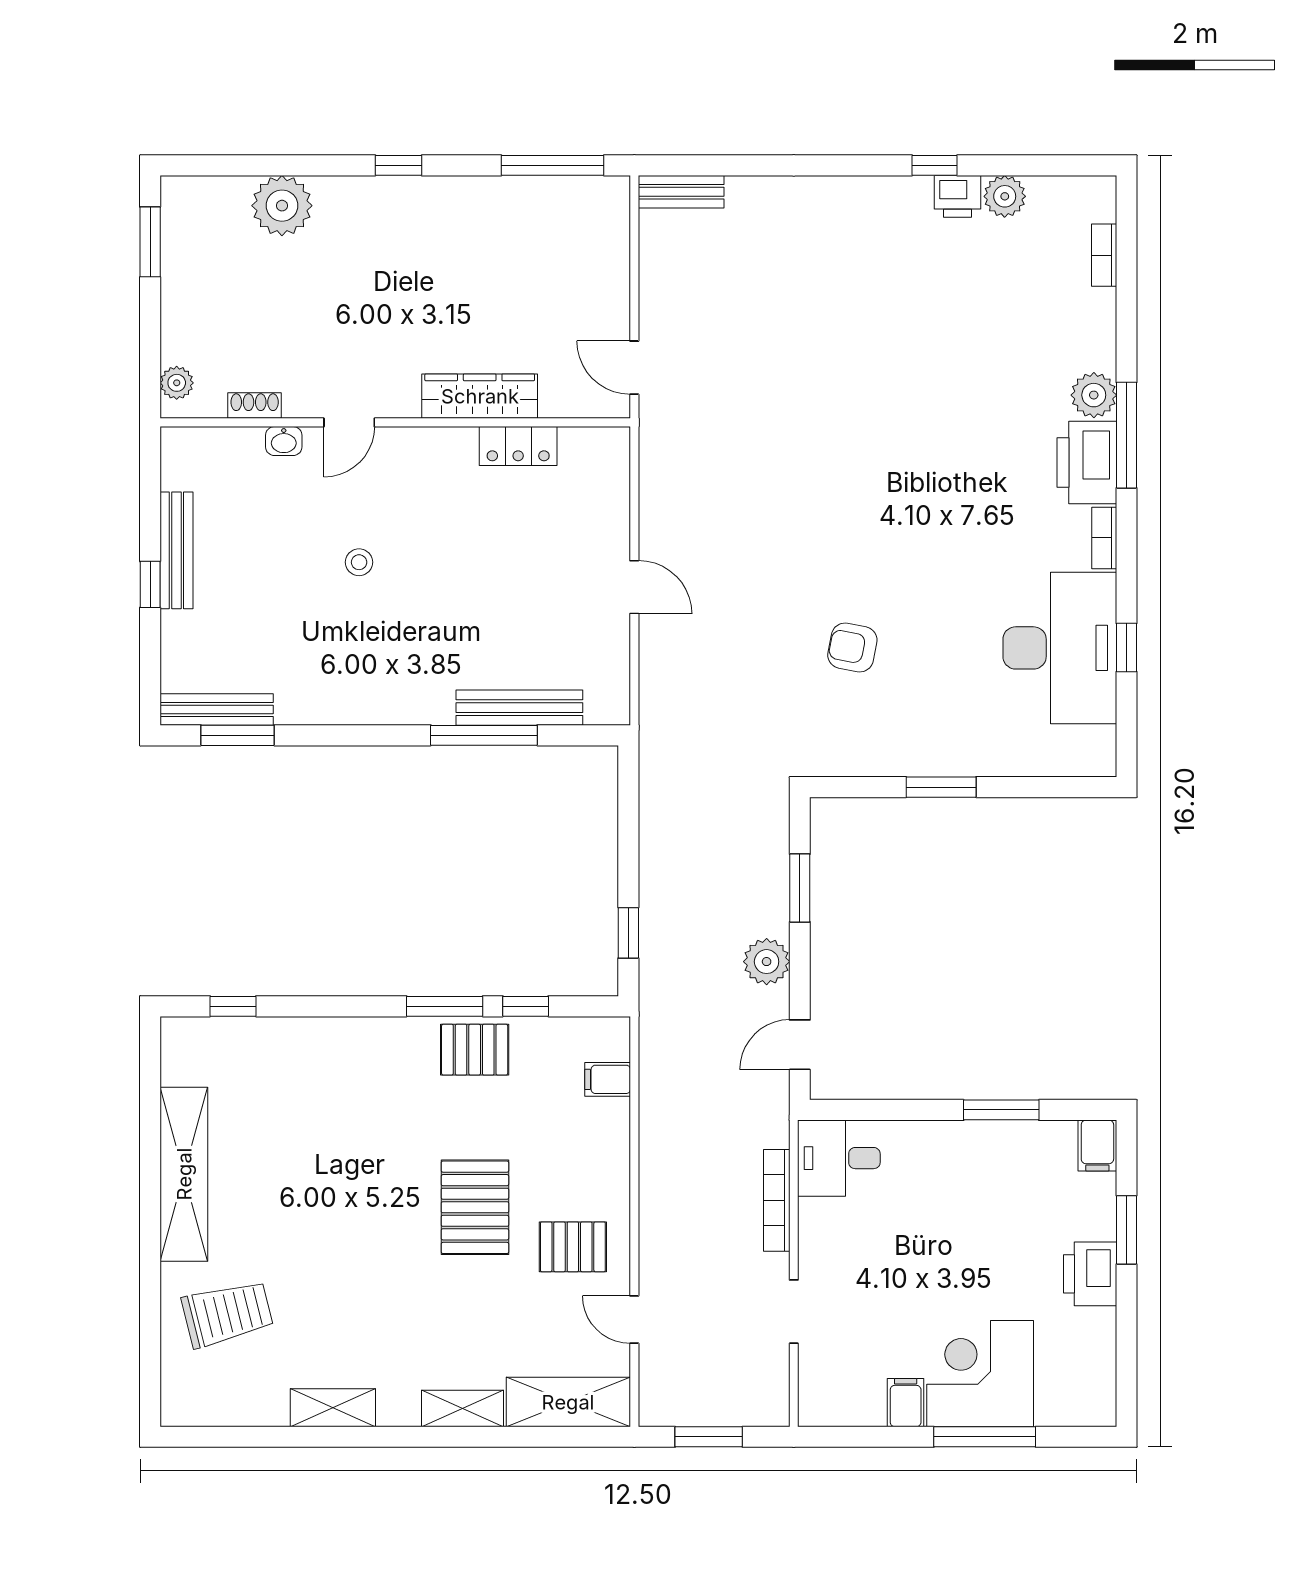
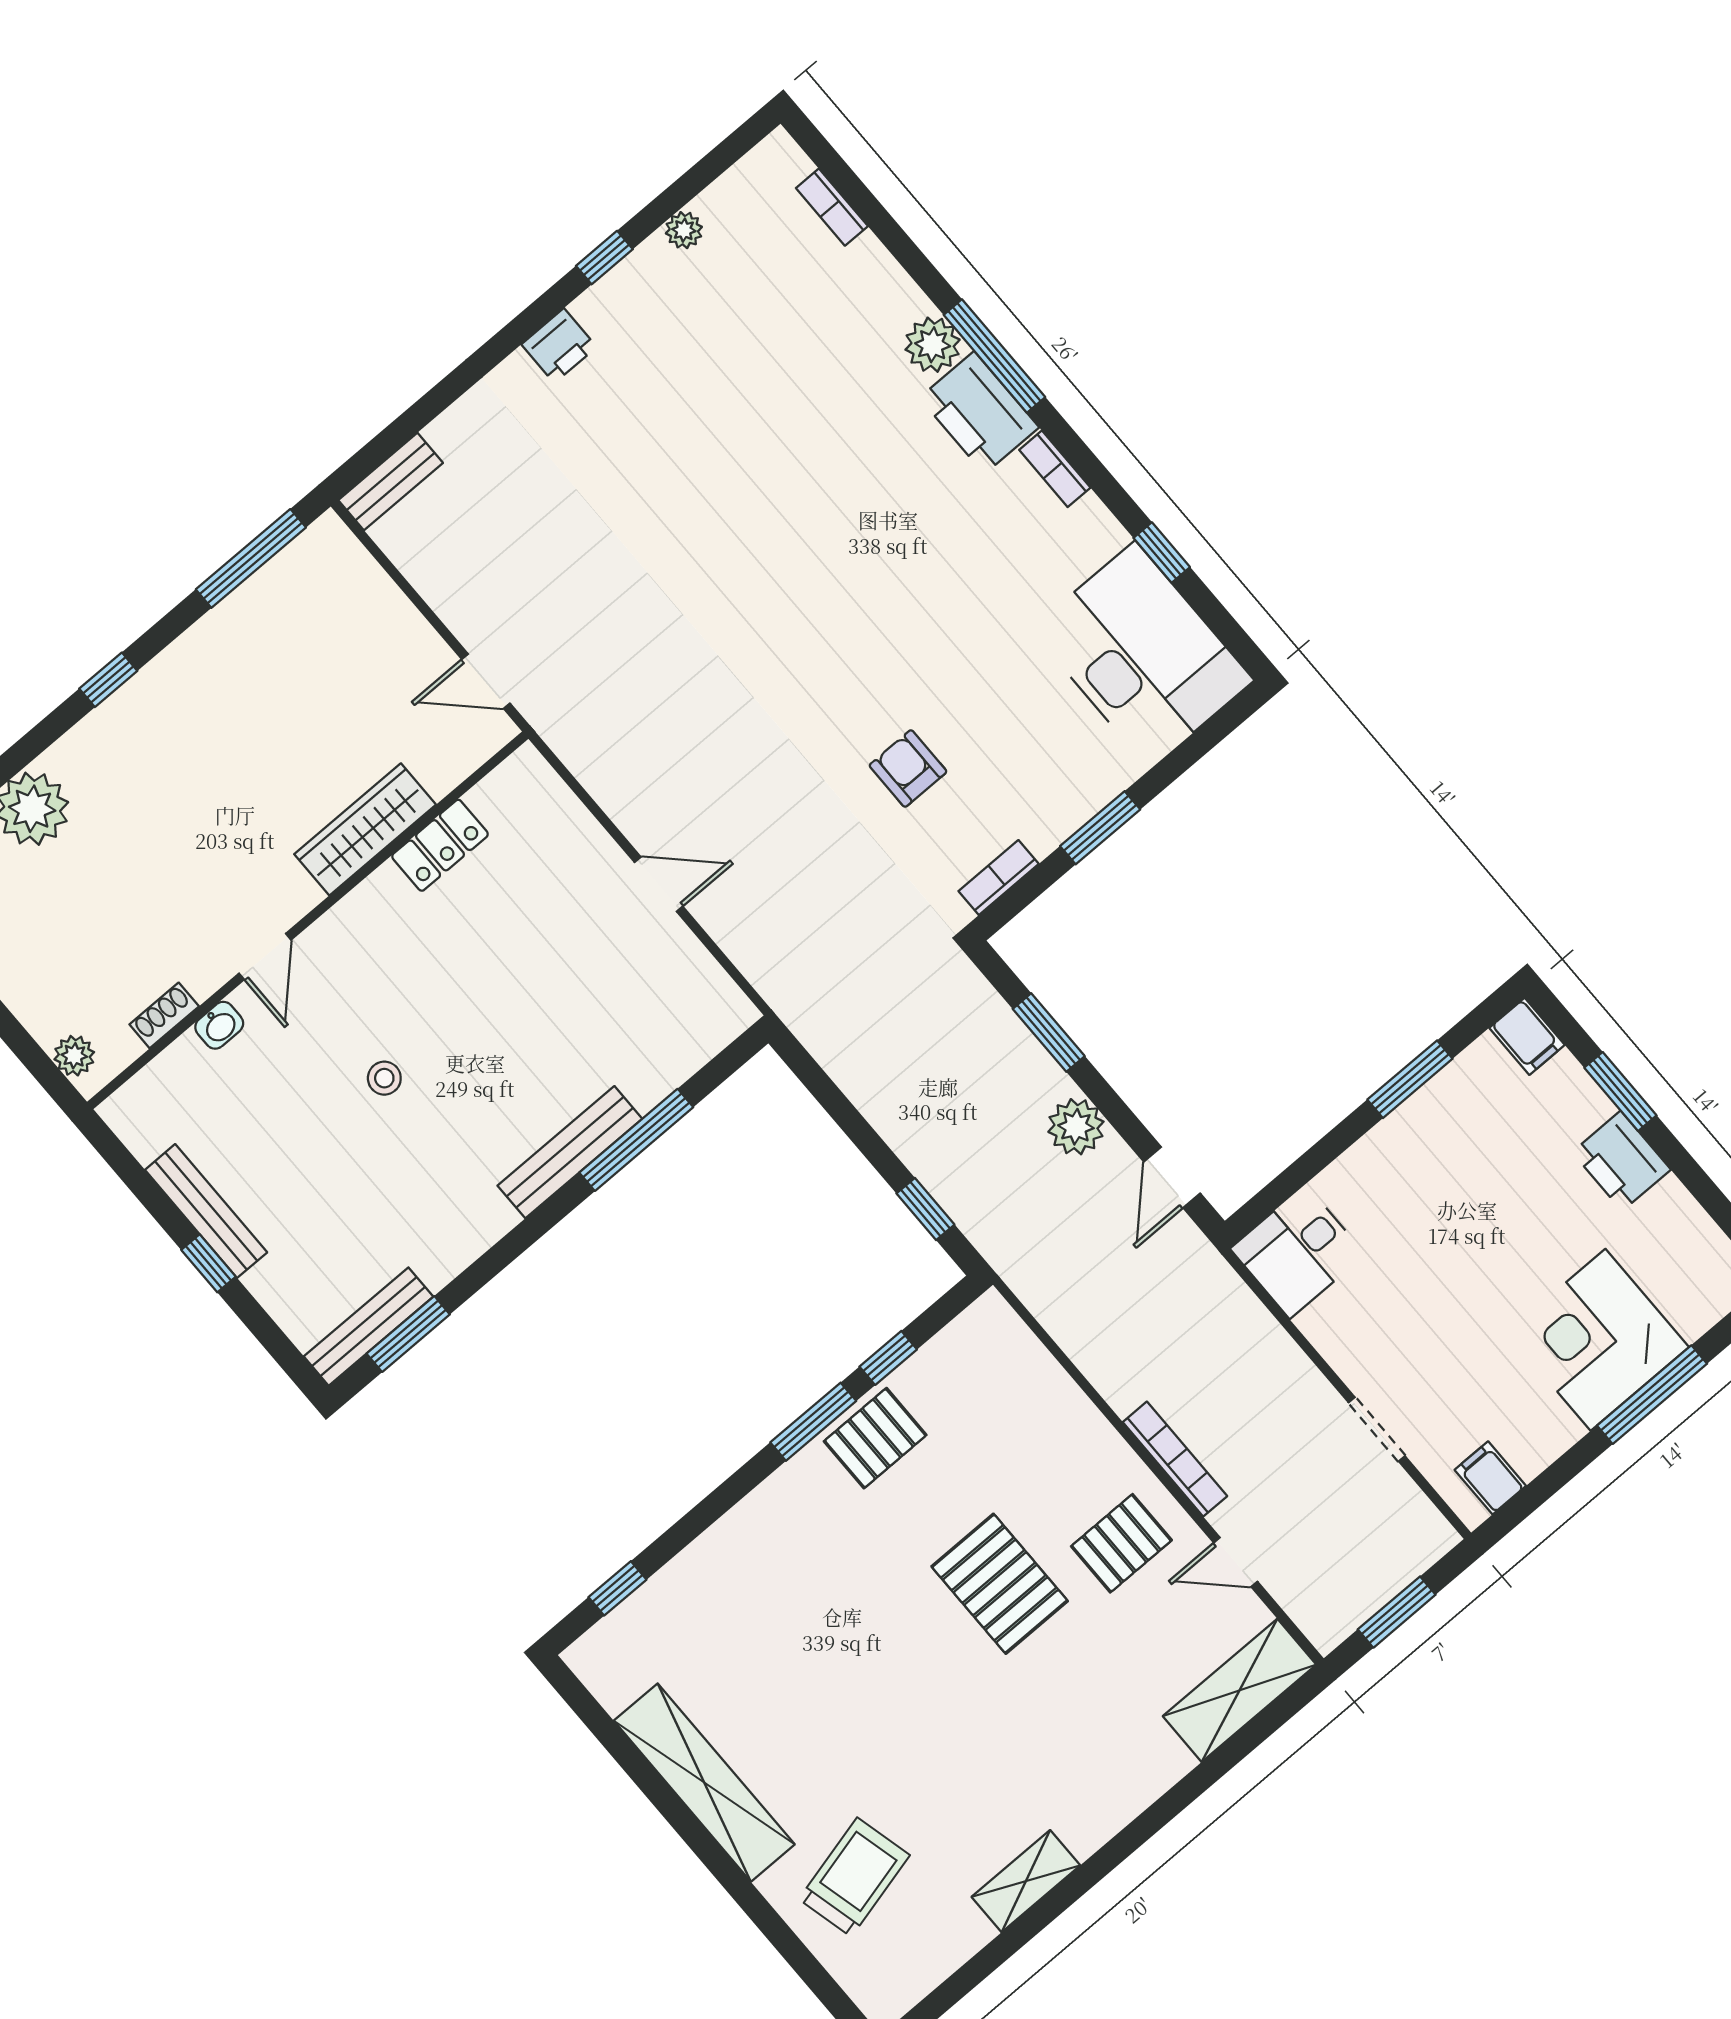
printer: (957, 196) -> (559, 346), moved
plant: (1005, 196) -> (684, 230), width x0.73, depth x0.73
armchair: (852, 648) -> (908, 768), turned 79
desk: (1060, 648) -> (1142, 655), moved
bench: (519, 708) -> (570, 1152), moved
bookcase: (851, 764) -> (999, 878), added
filing cabinet: (608, 1079) -> (1022, 1361), removed
bookcase: (777, 1200) -> (1175, 1459), moved, turned 180
filing cabinet: (906, 1403) -> (1490, 1478), moved
shelving: (462, 1408) -> (1146, 1780), removed

